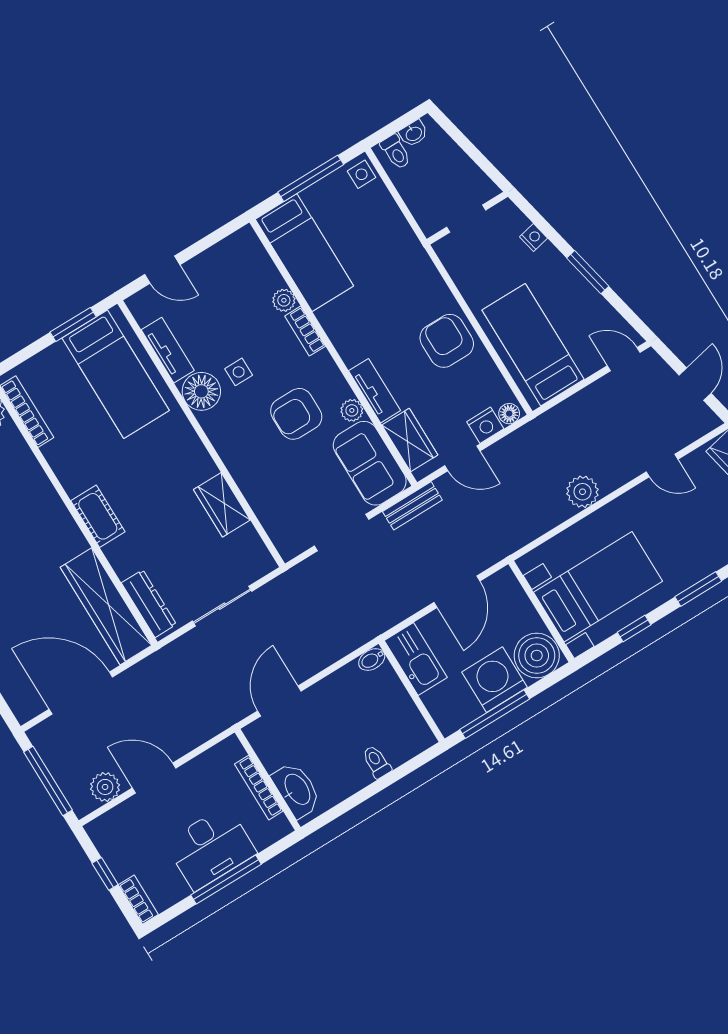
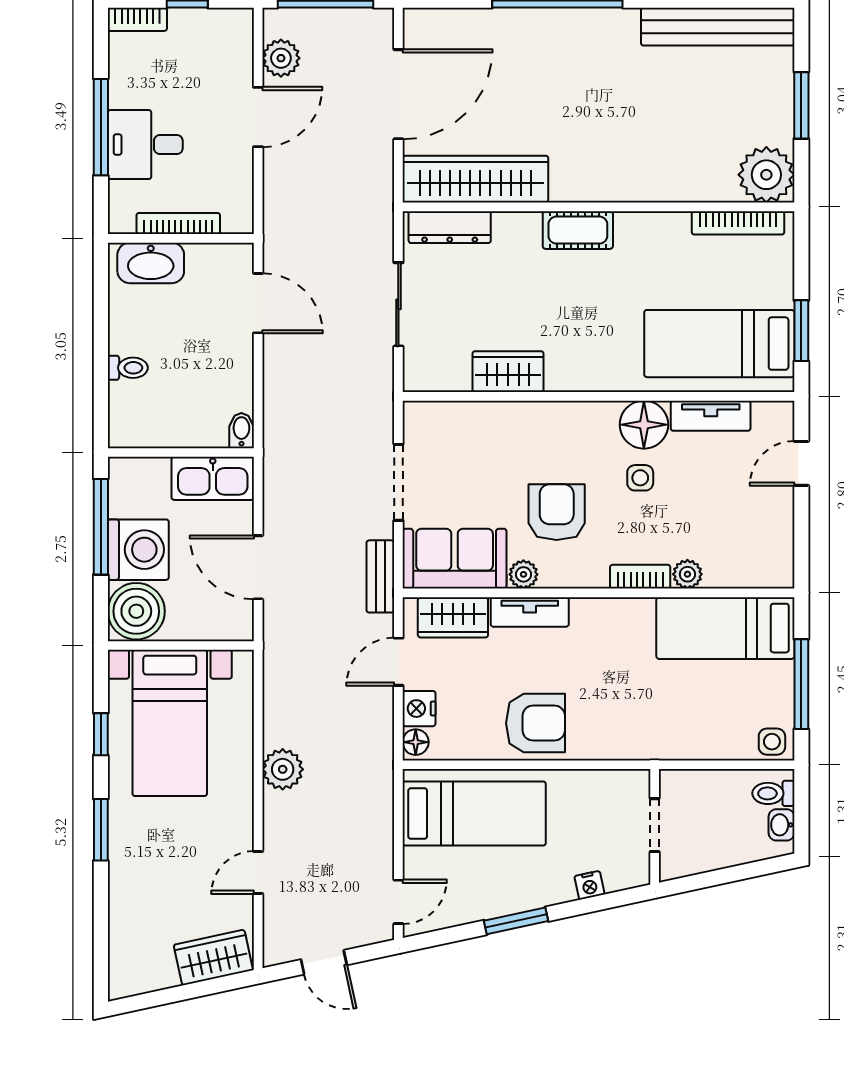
desk: (211, 848) -> (145, 145), width x0.73

